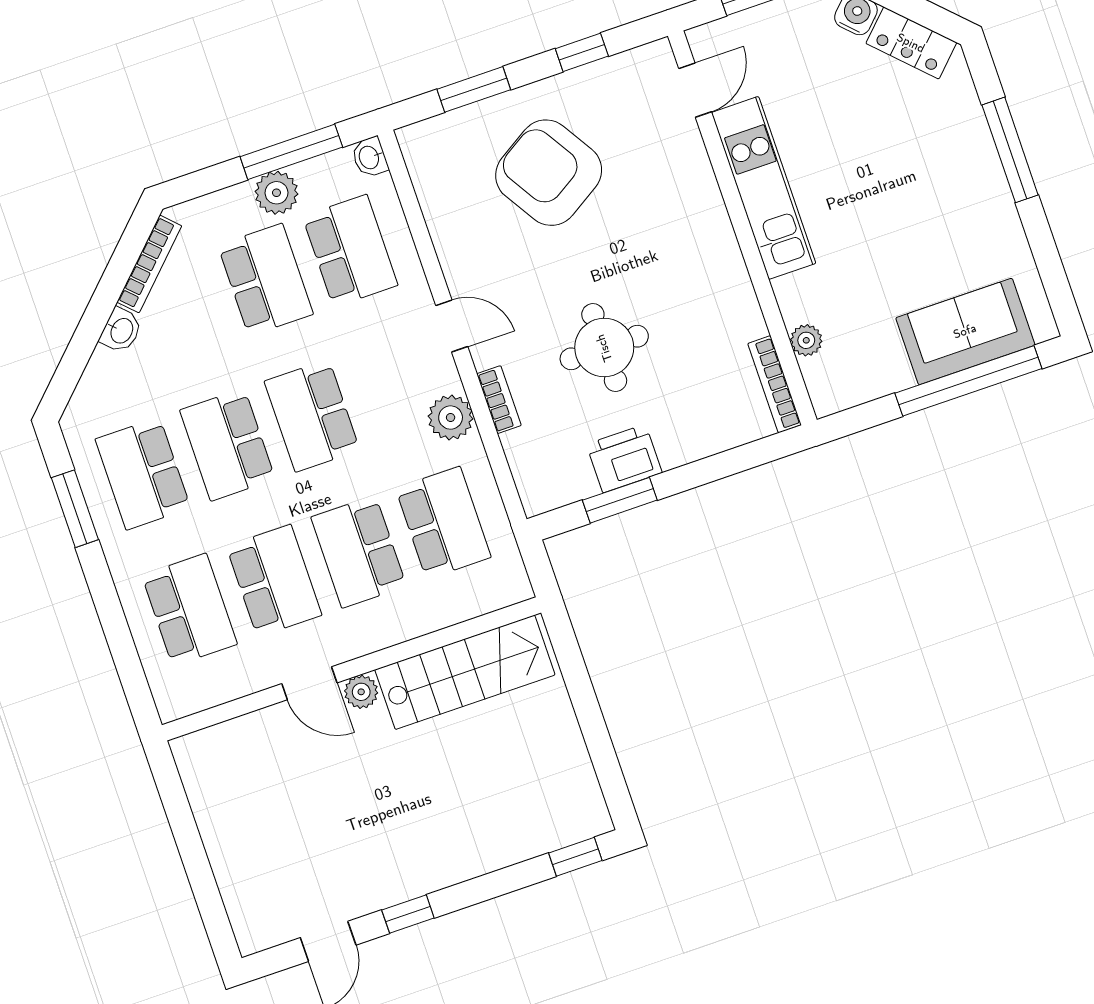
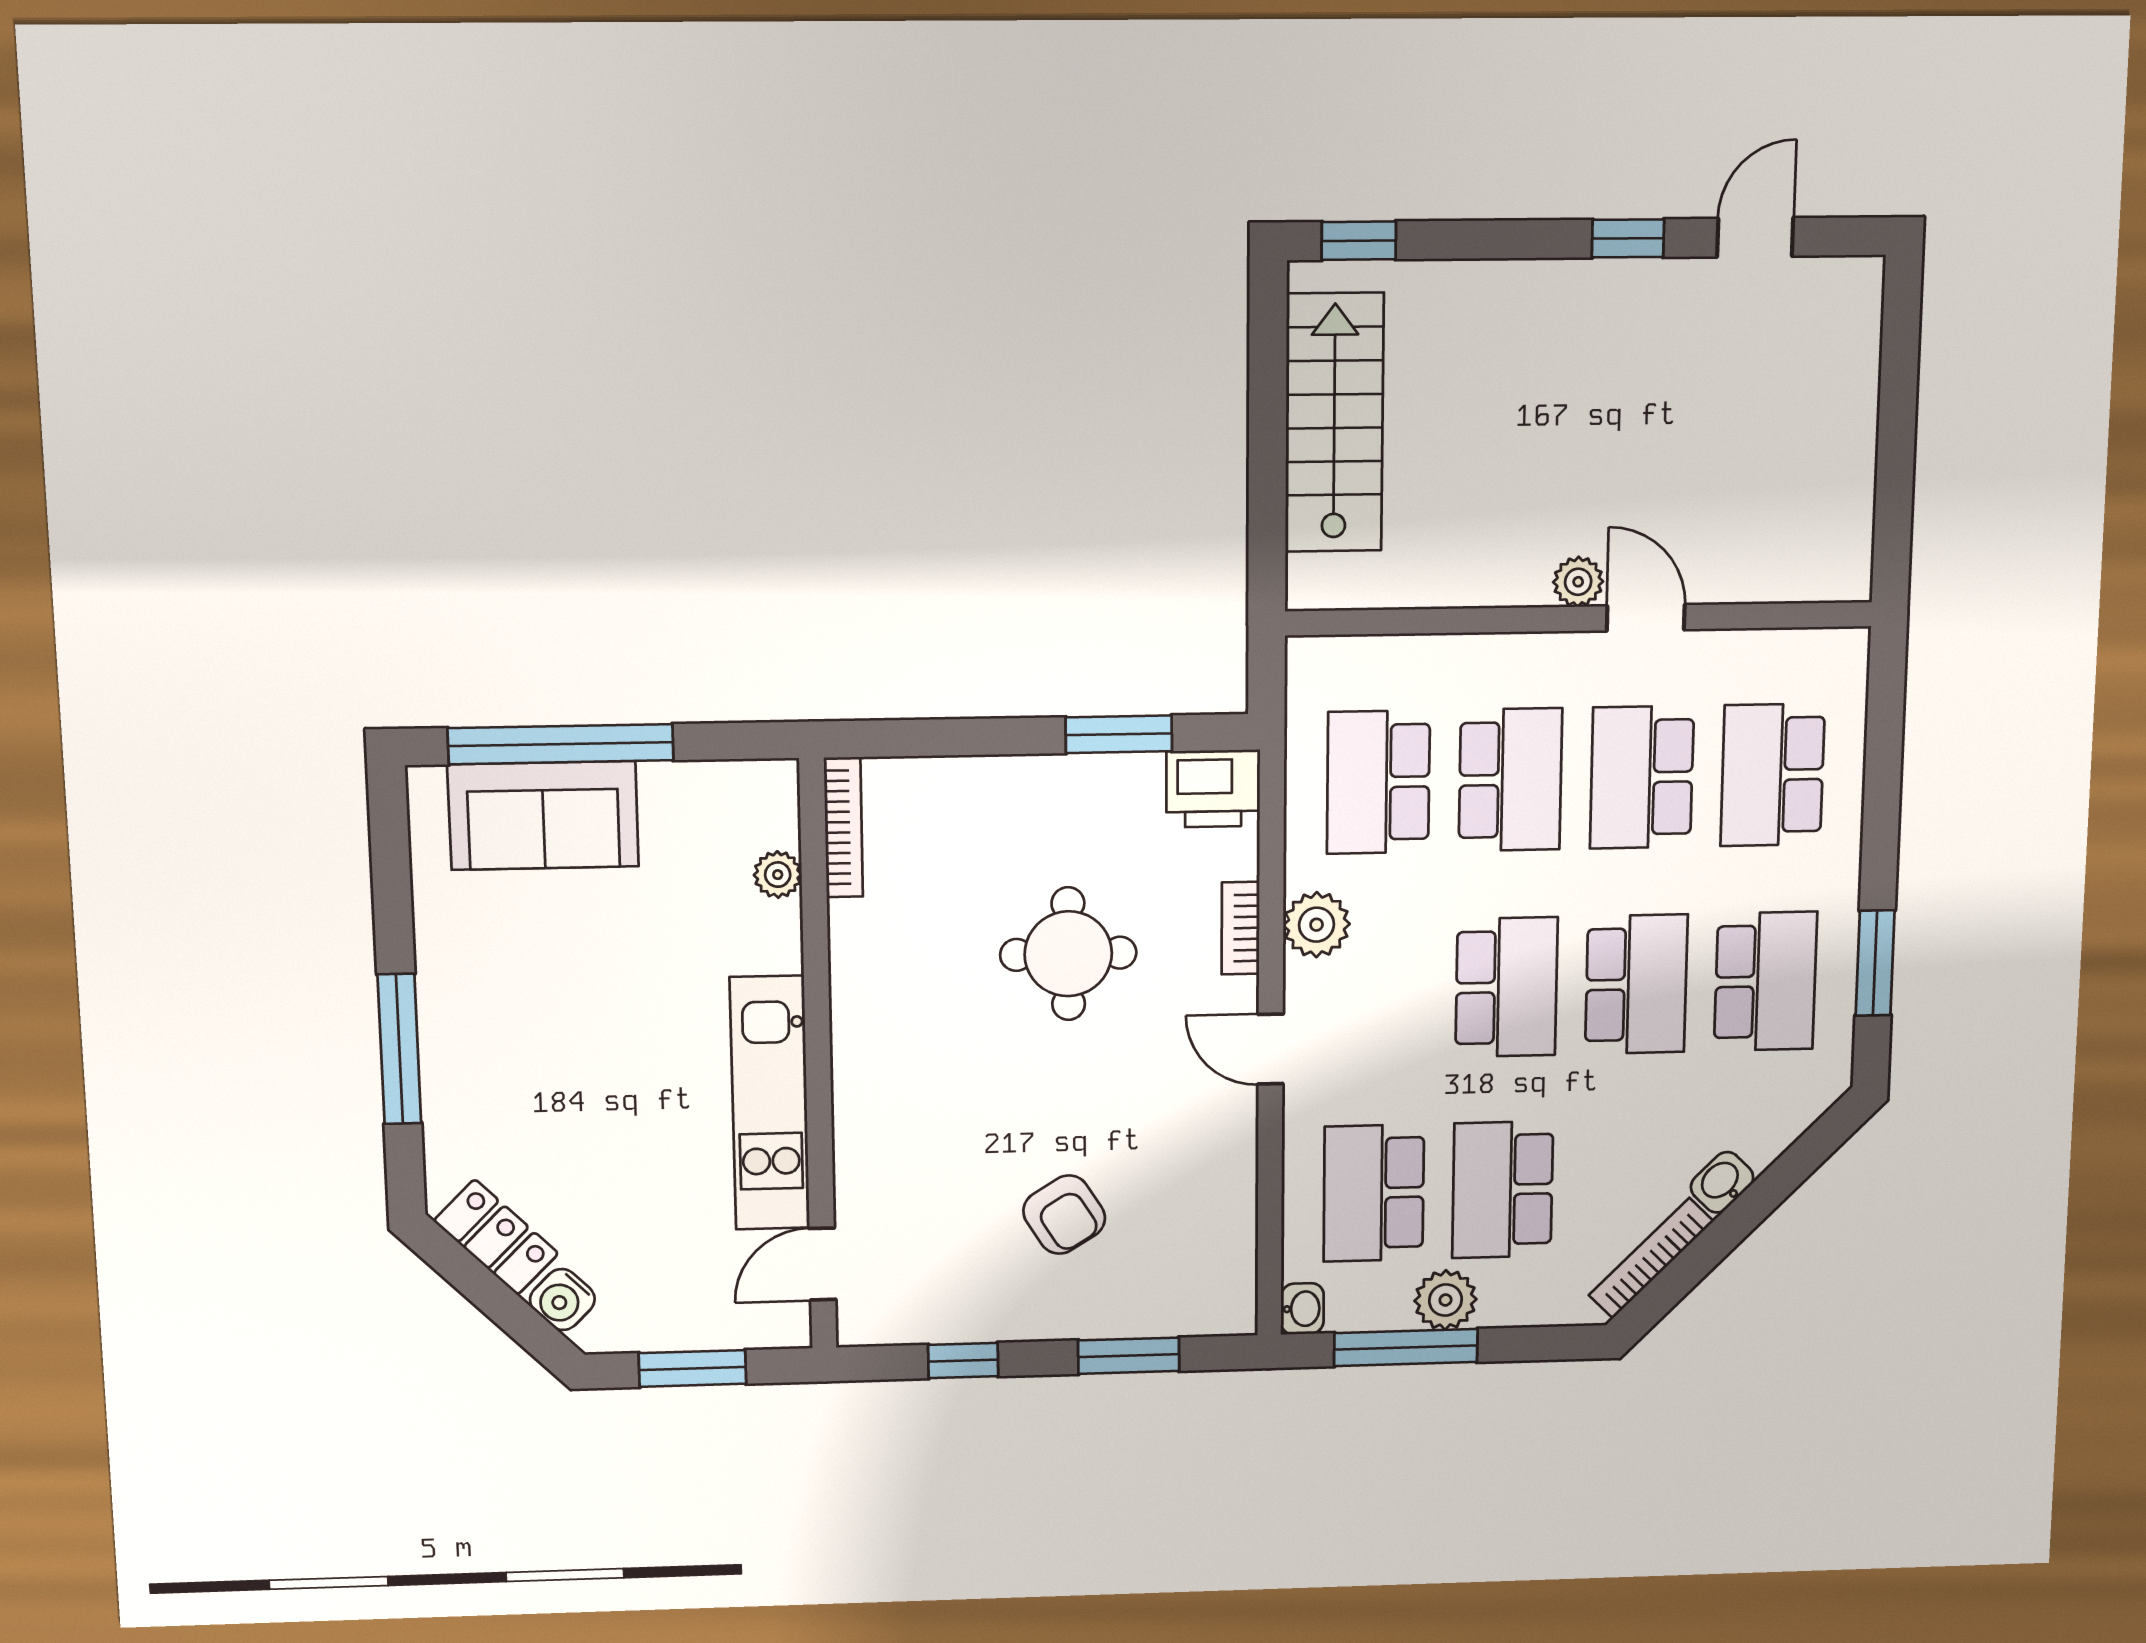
armchair: (549, 173) -> (1064, 1215), width x0.53, depth x0.53
printer: (624, 458) -> (1213, 789), moved
stairs: (465, 672) -> (1334, 423), moved, turned 90

